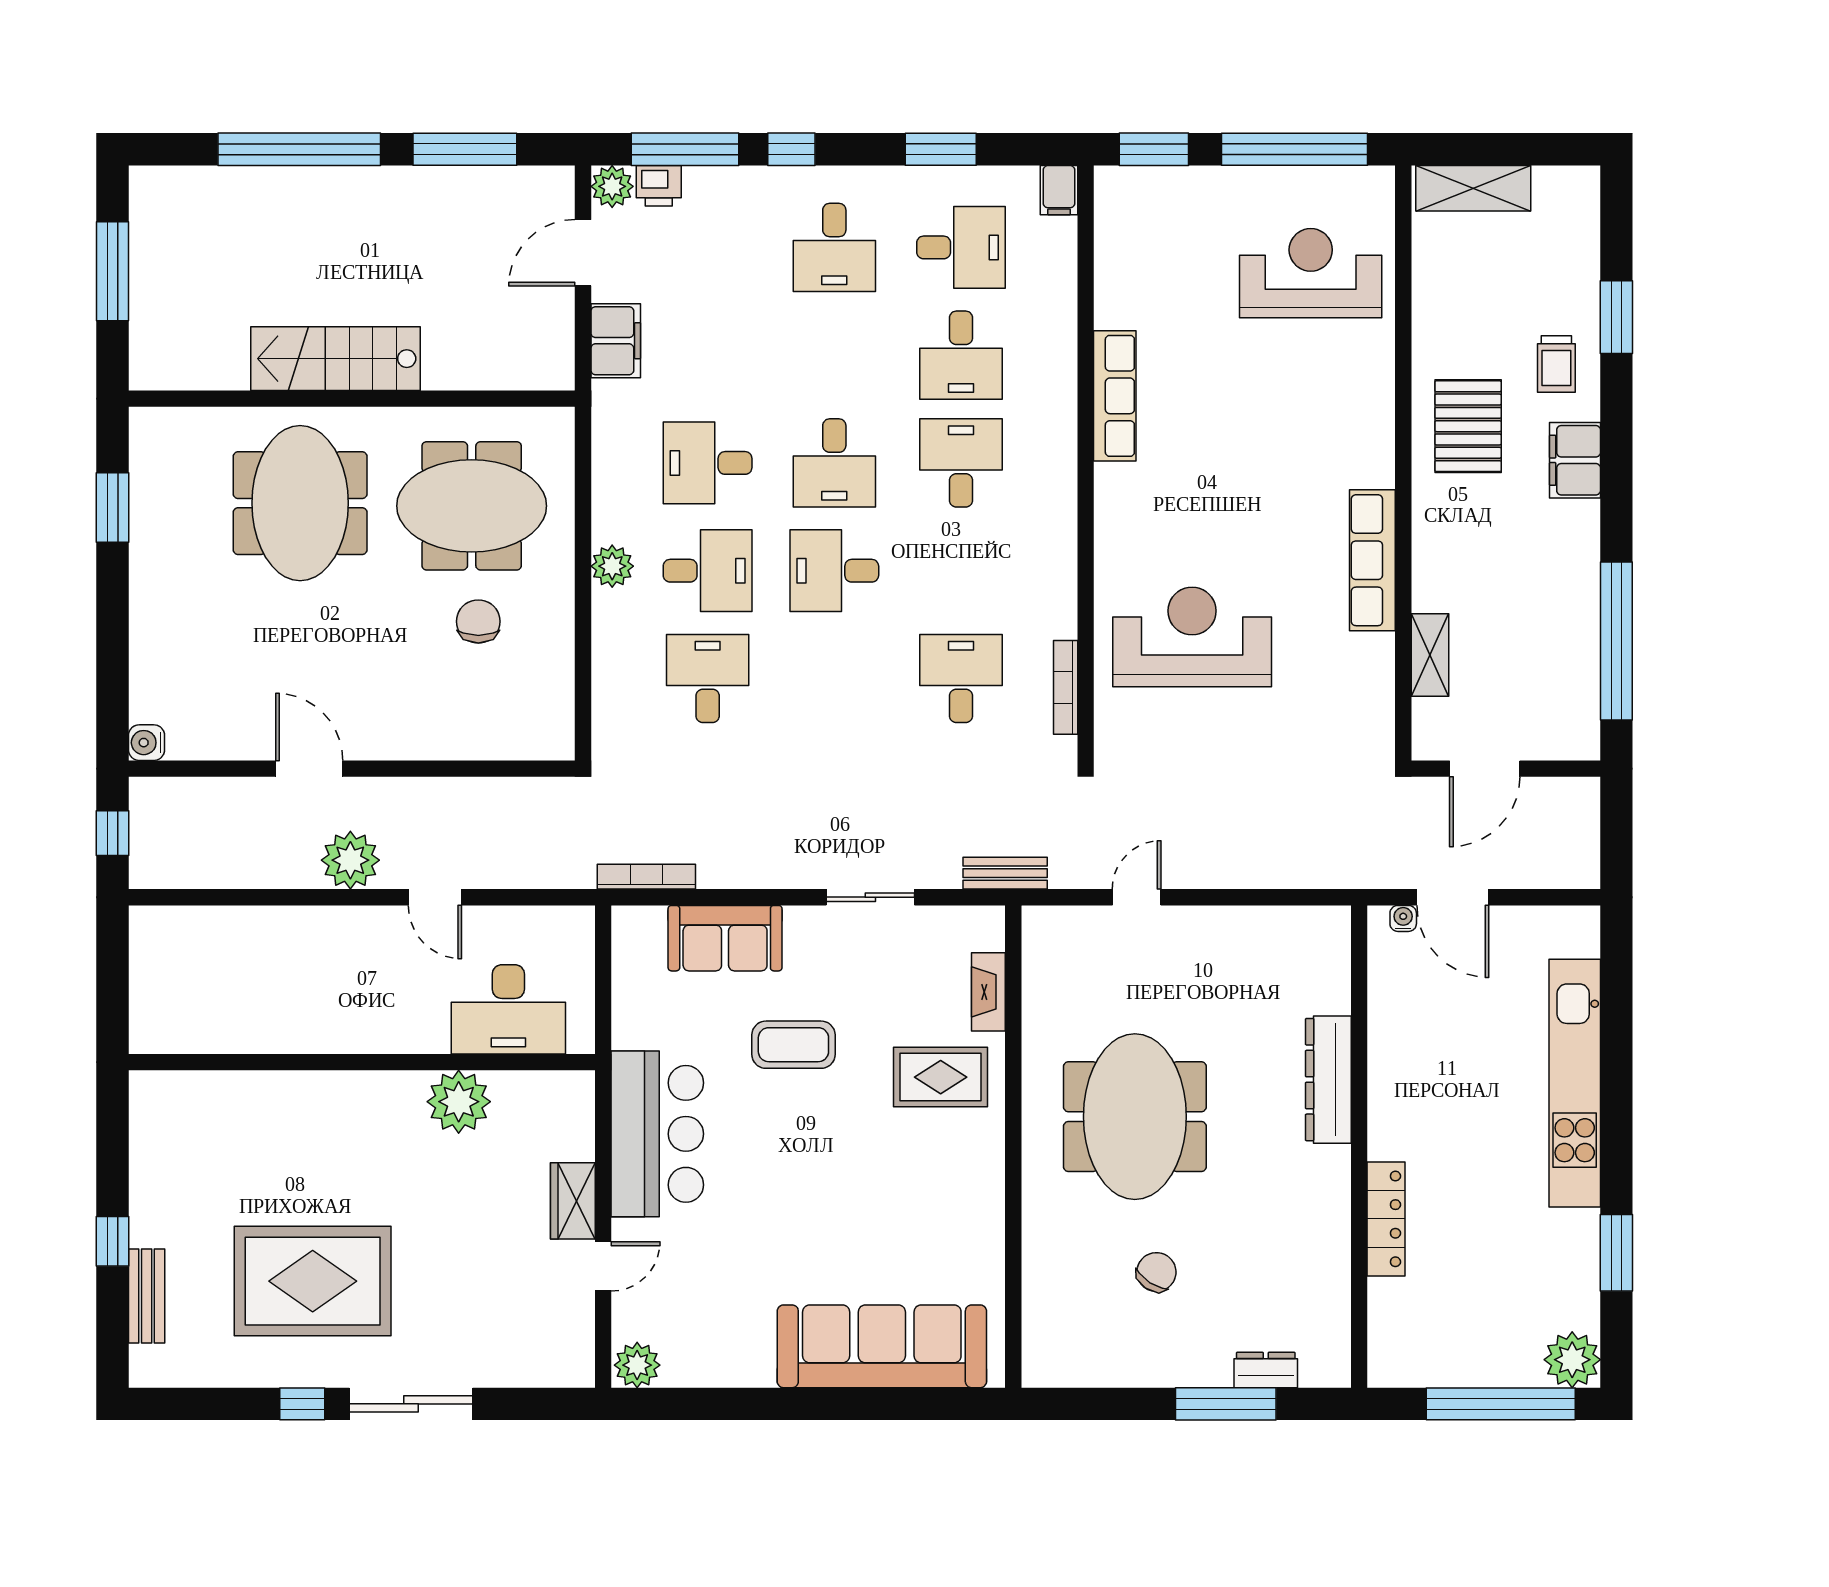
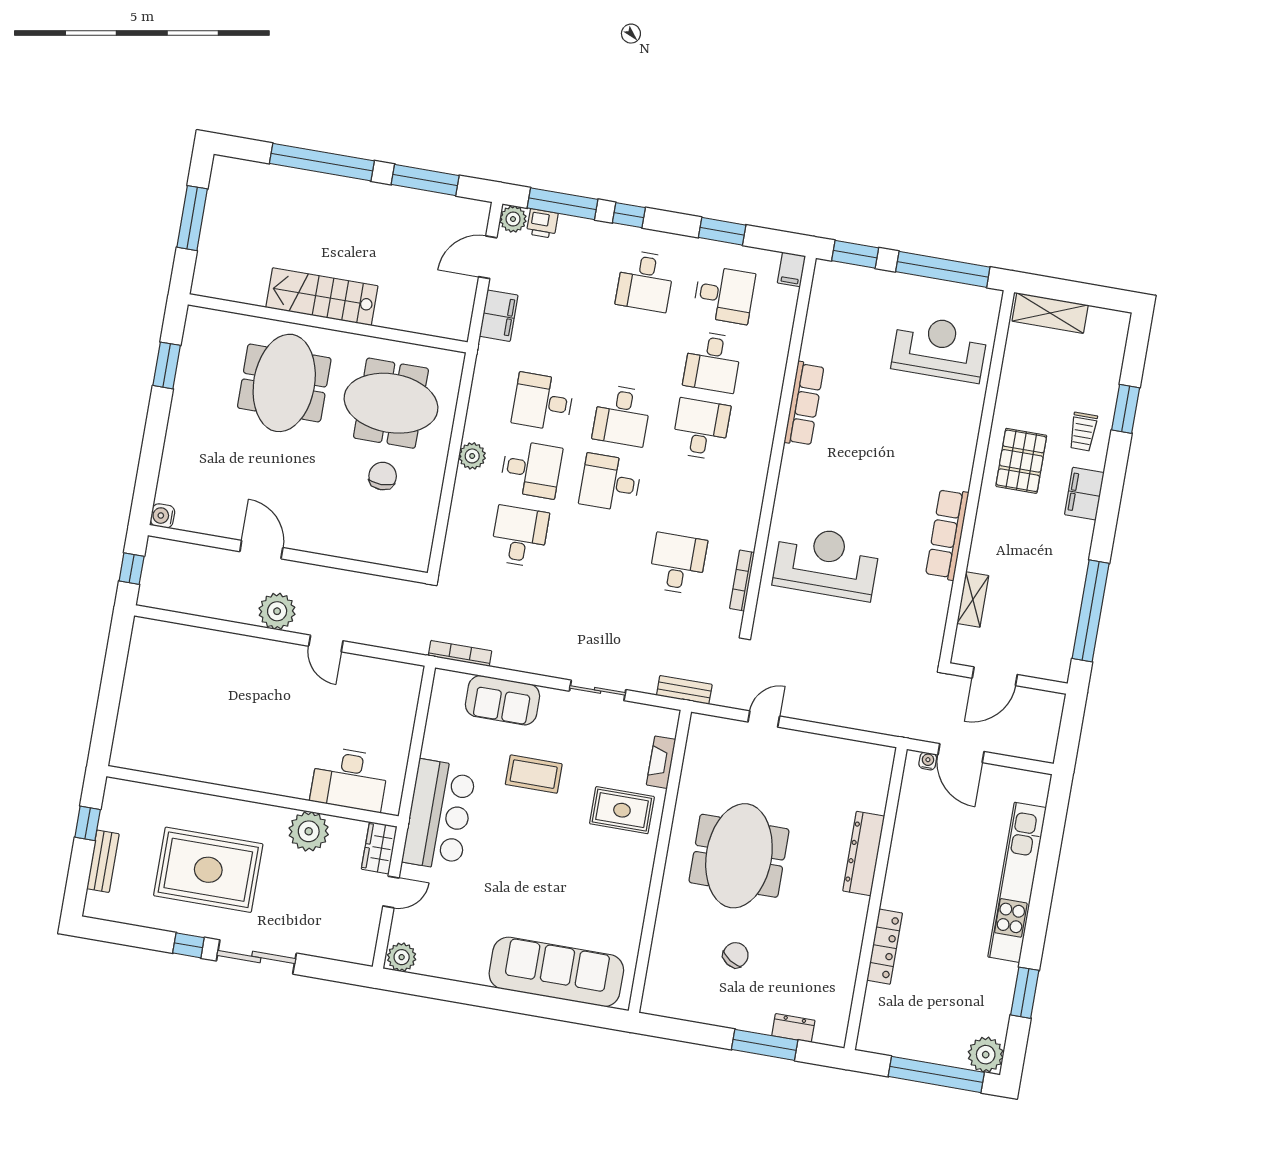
desk: (508, 1009) -> (350, 779), moved
wall: (362, 1062) -> (252, 796), moved
plant: (459, 1102) -> (309, 831), moved

